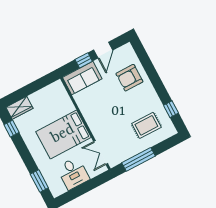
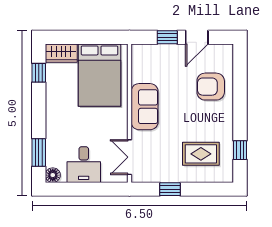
sofa: (82, 78) -> (145, 107), moved, turned -90
bed: (63, 134) -> (99, 75), moved, turned -90
window: (139, 159) -> (170, 189), width x0.46
floor lamp: (56, 191) -> (53, 175), added

